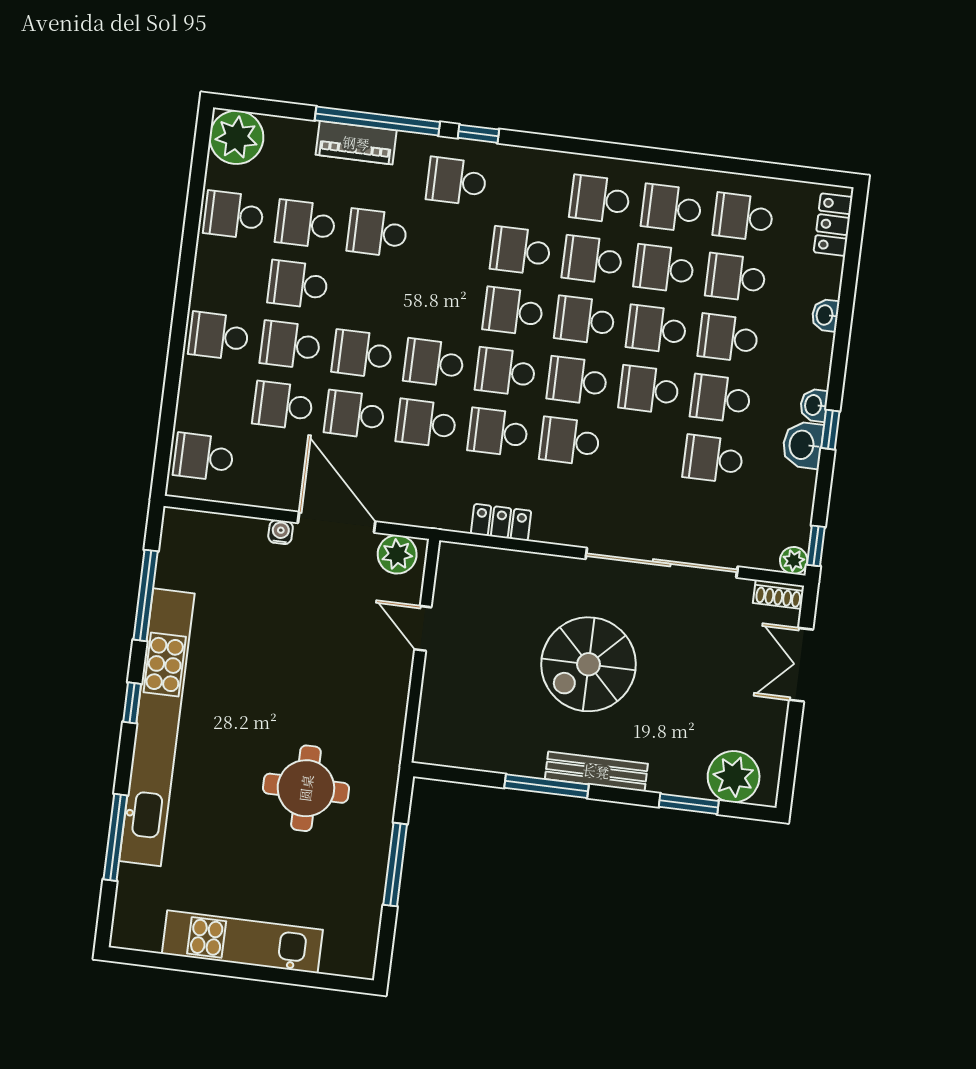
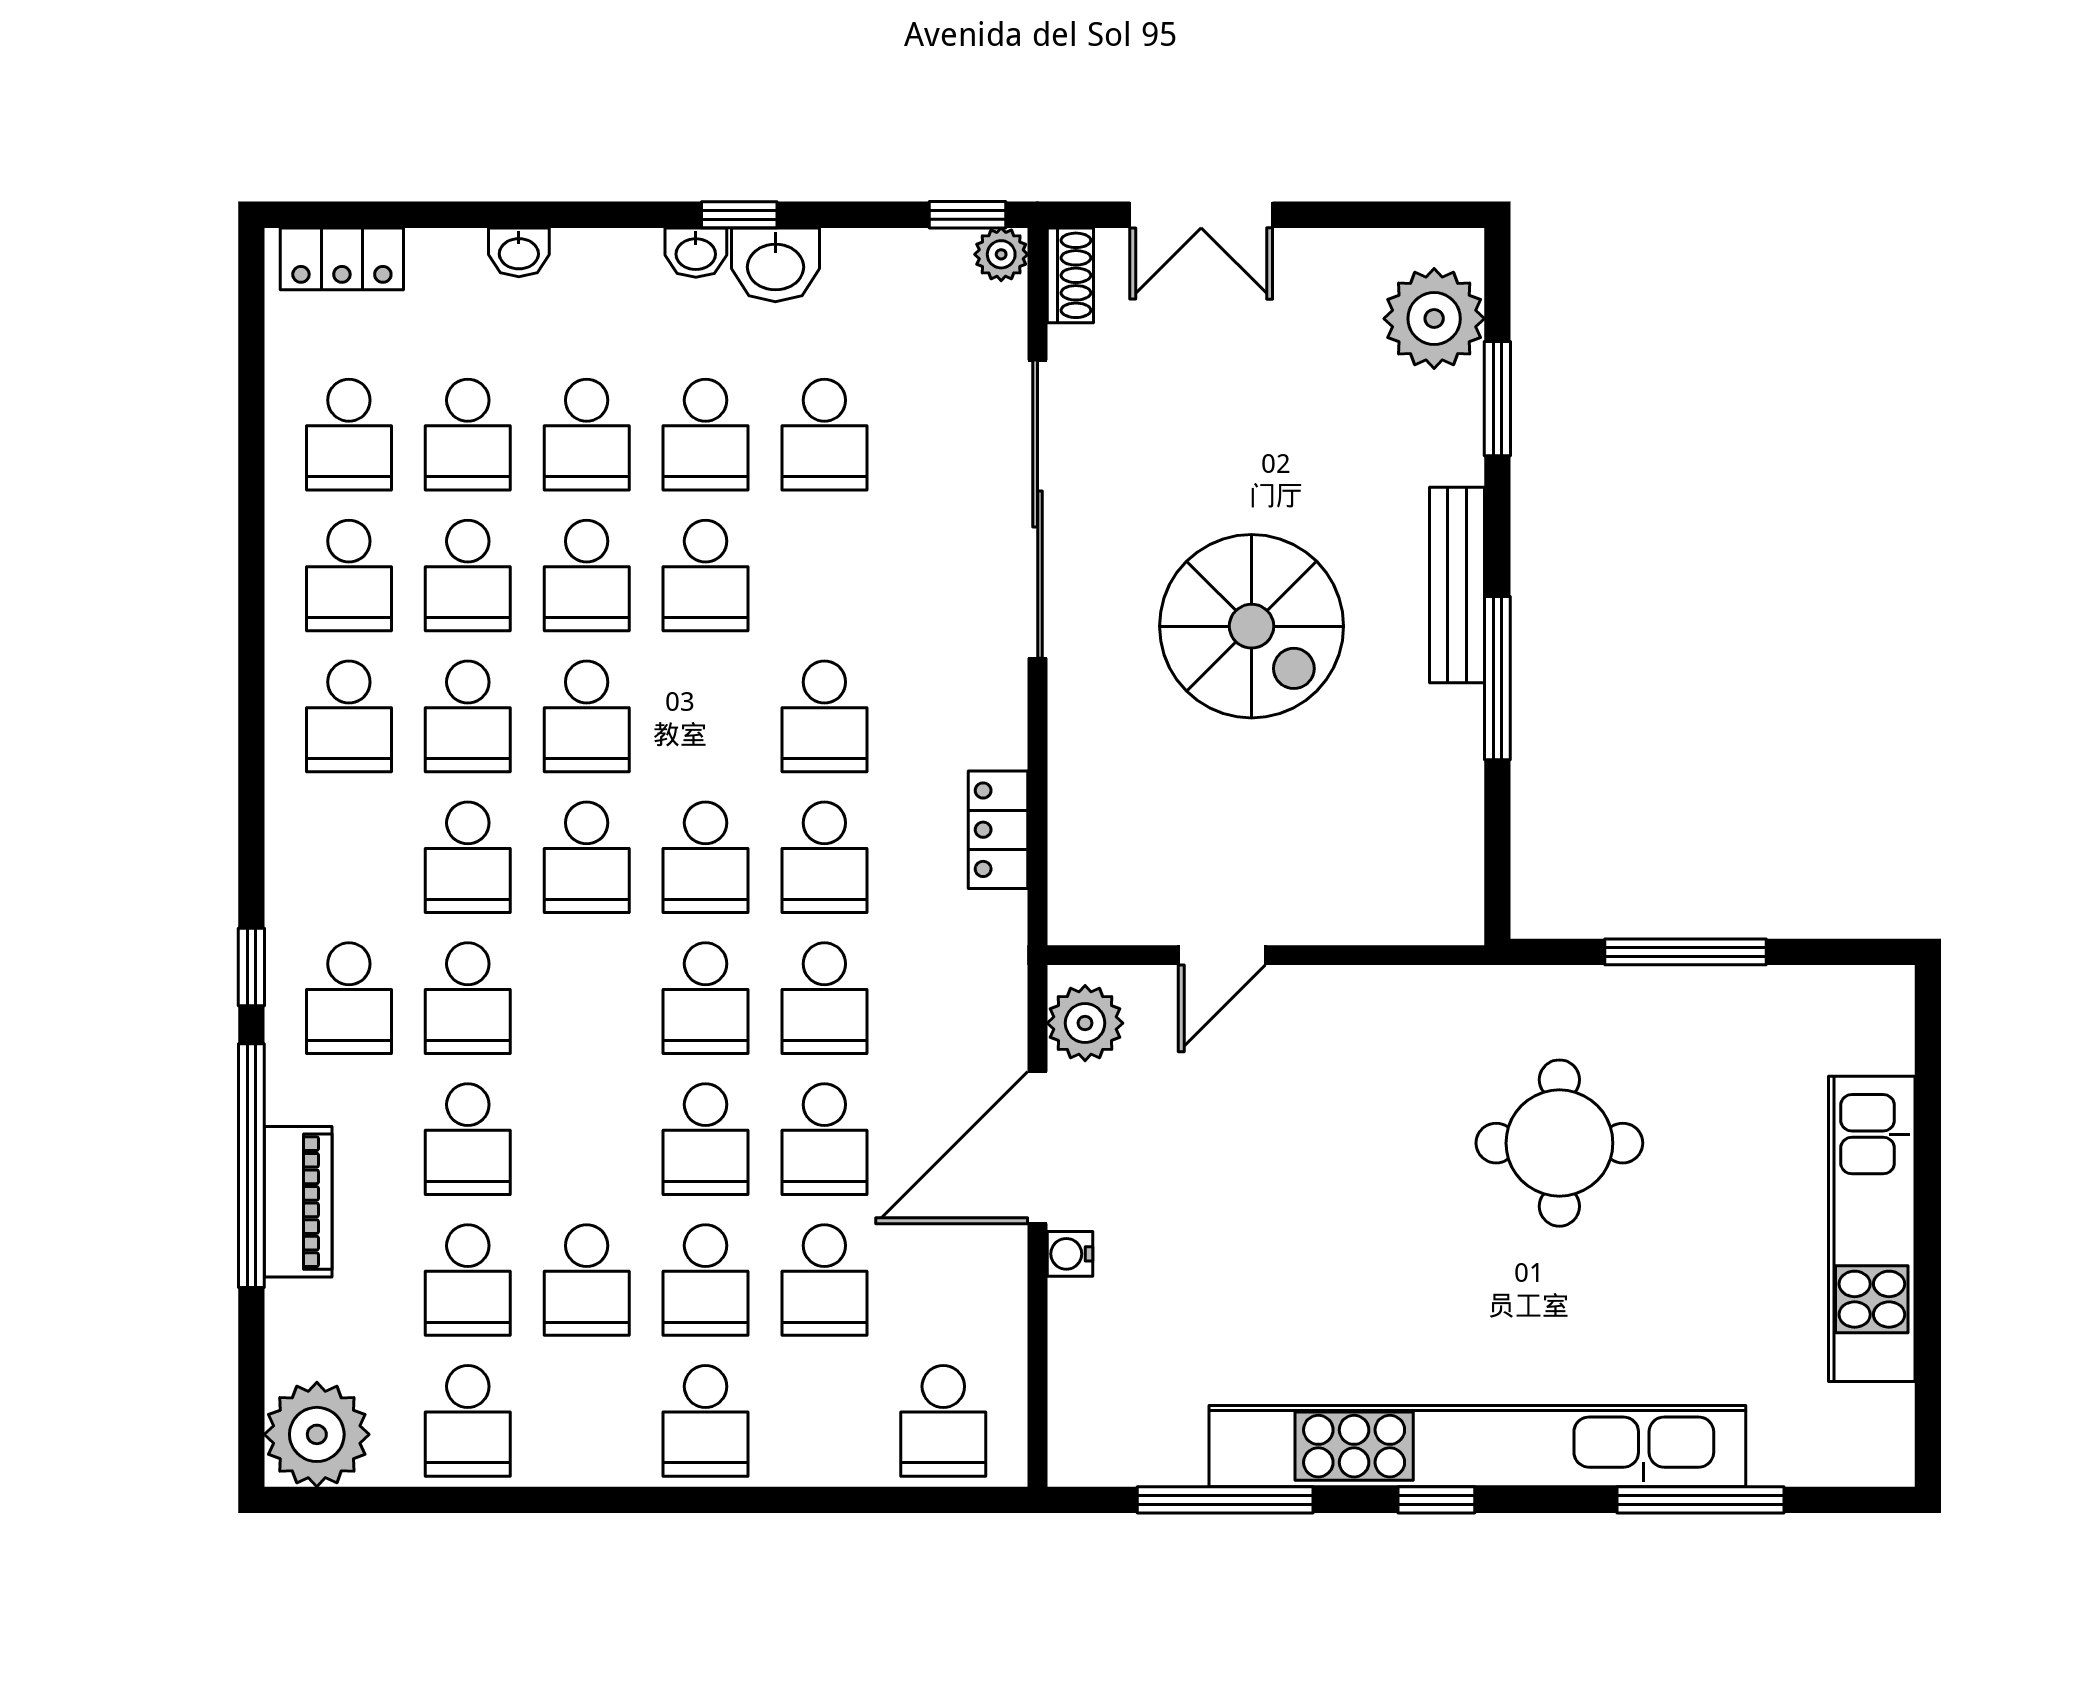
school desk: (577, 381) -> (468, 998), moved

